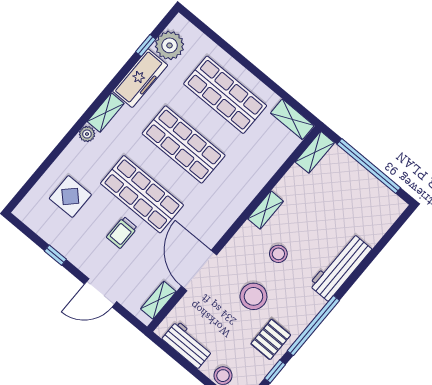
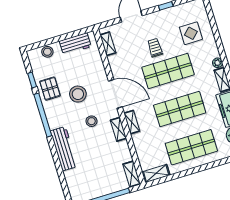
shelving: (244, 198) -> (132, 122), added
door: (199, 271) -> (115, 94), moved

